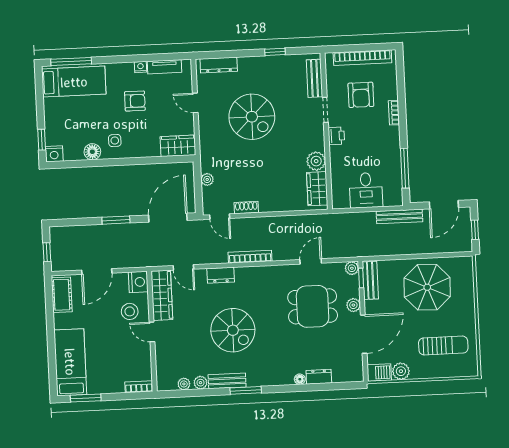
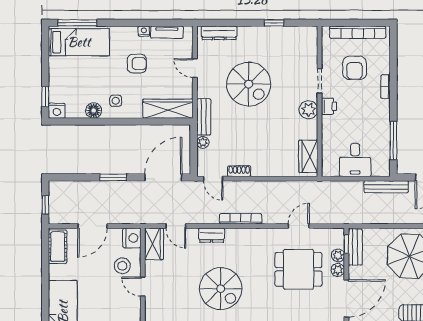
bench: (315, 78) -> (204, 117), moved
wardrobe: (178, 146) -> (168, 109), width x1.50
plant: (316, 161) -> (309, 110), moved
plant: (352, 268) -> (338, 255), moved
wardrobe: (162, 295) -> (154, 244), width x0.67

